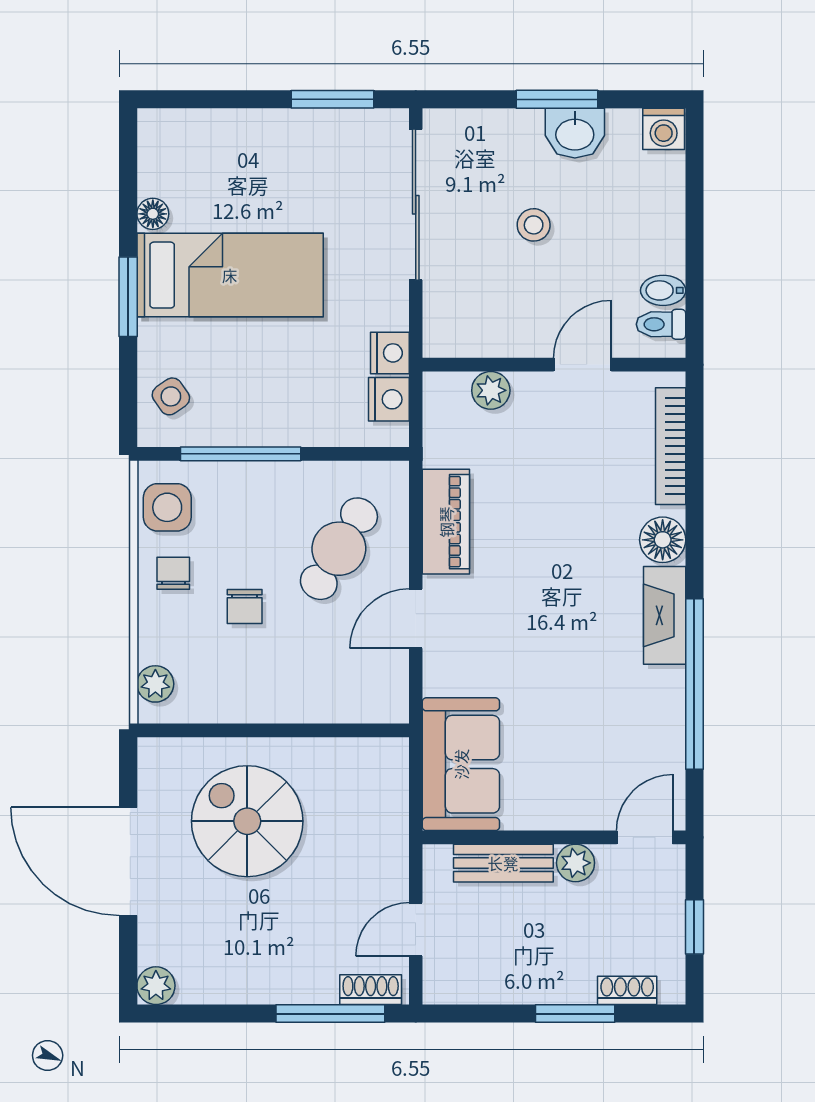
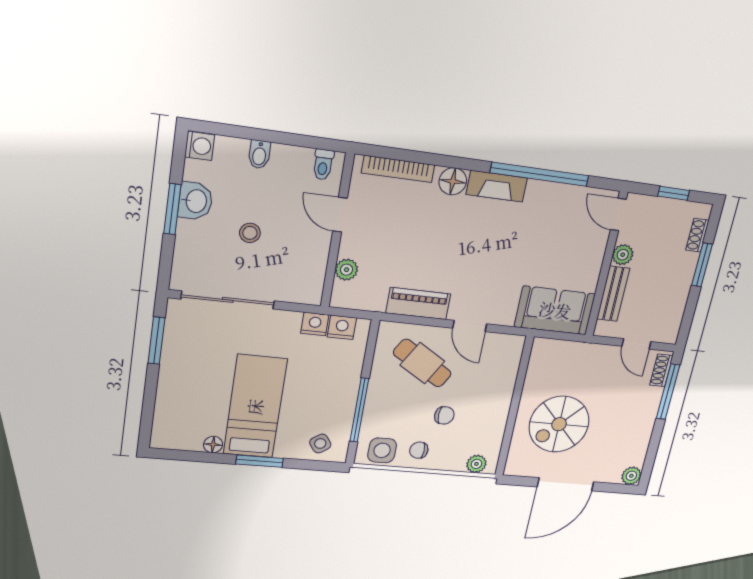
bidet: (663, 290) -> (259, 154), moved

